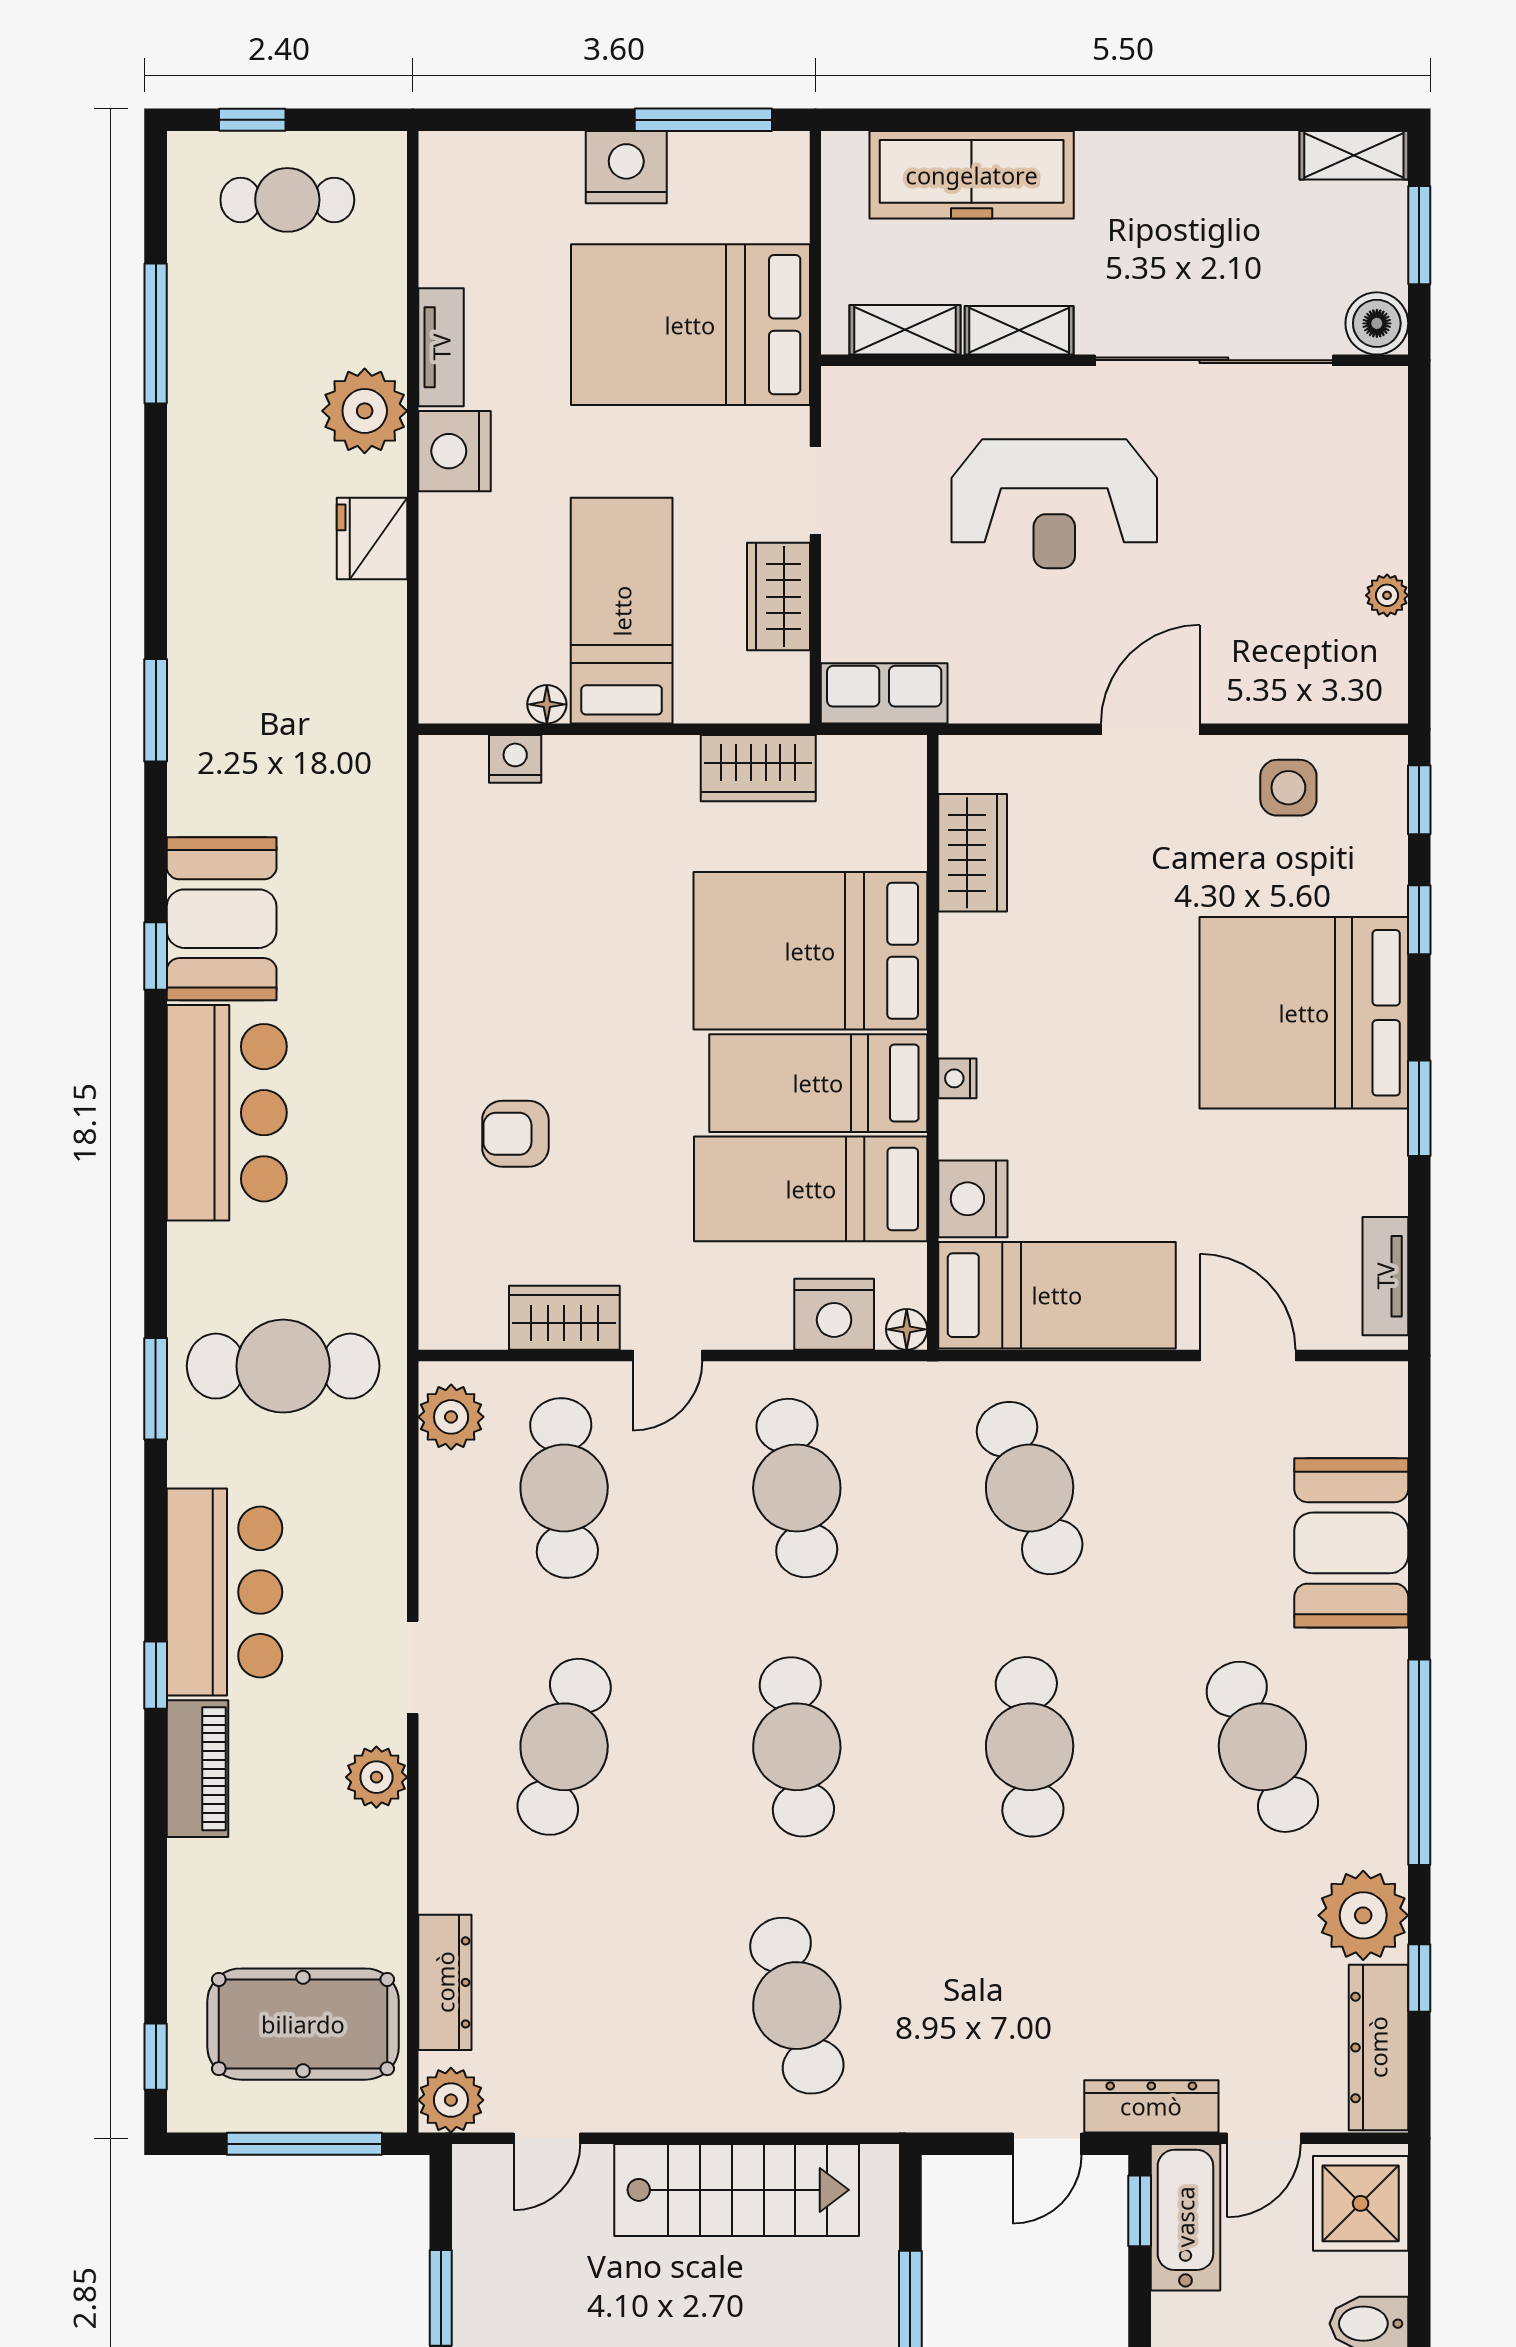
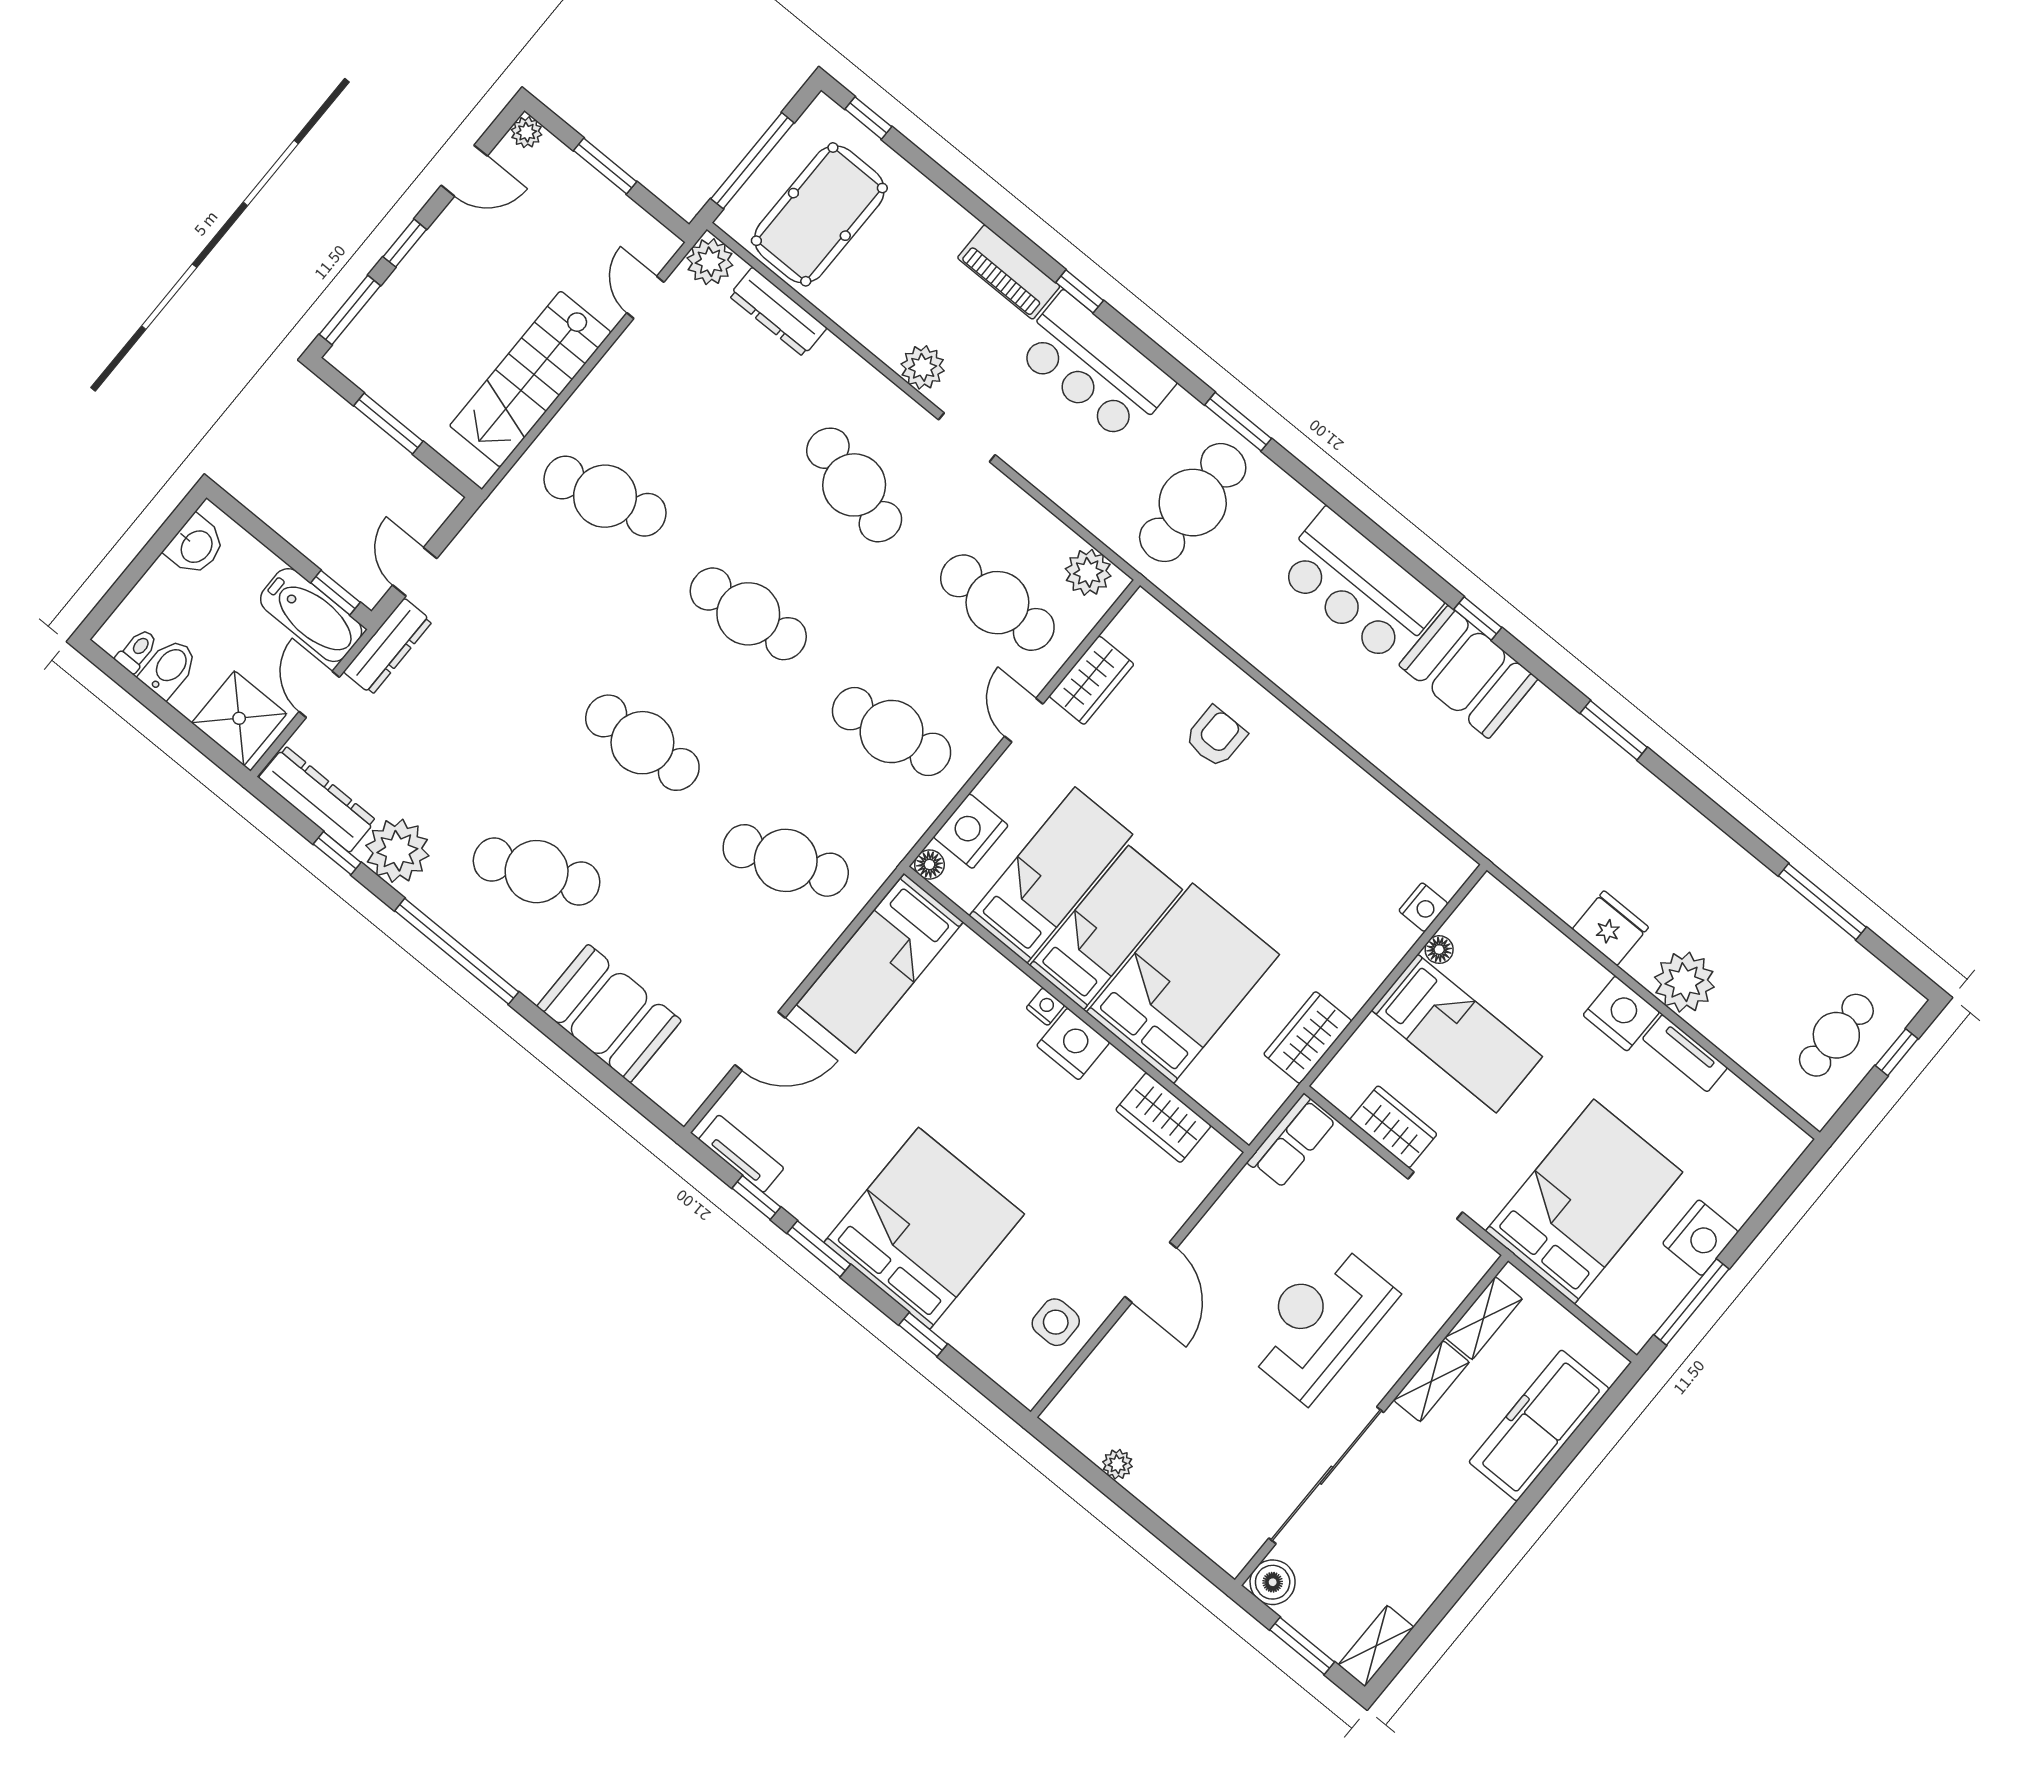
window: (1419, 800) -> (756, 1198), moved
nightstand: (973, 1199) -> (1073, 1044), moved

